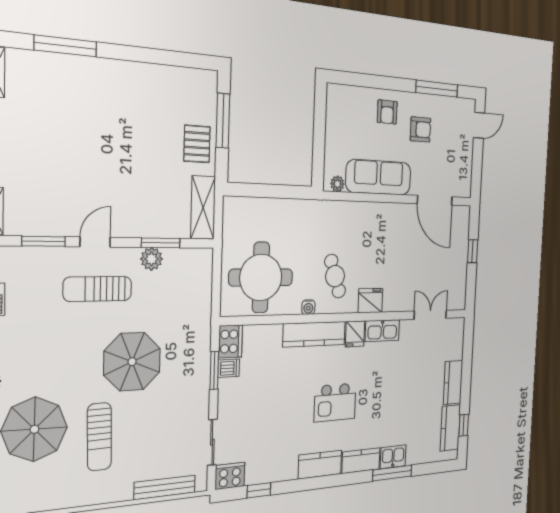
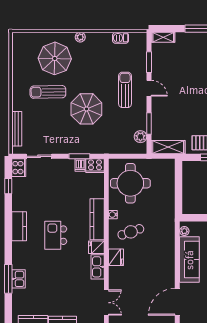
plant: (152, 259) -> (140, 137), moved
kitchen counter: (361, 461) -> (19, 255), removed

